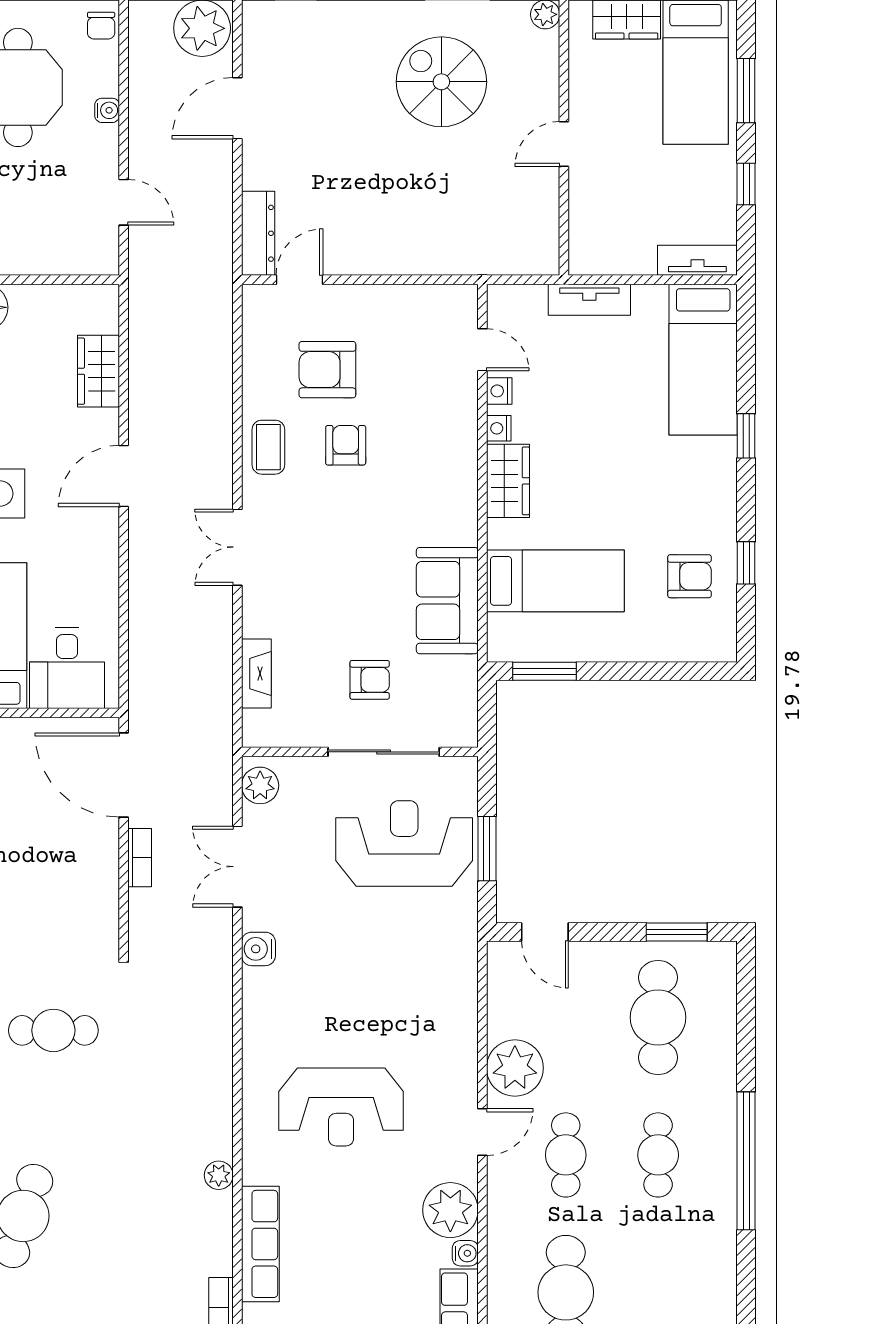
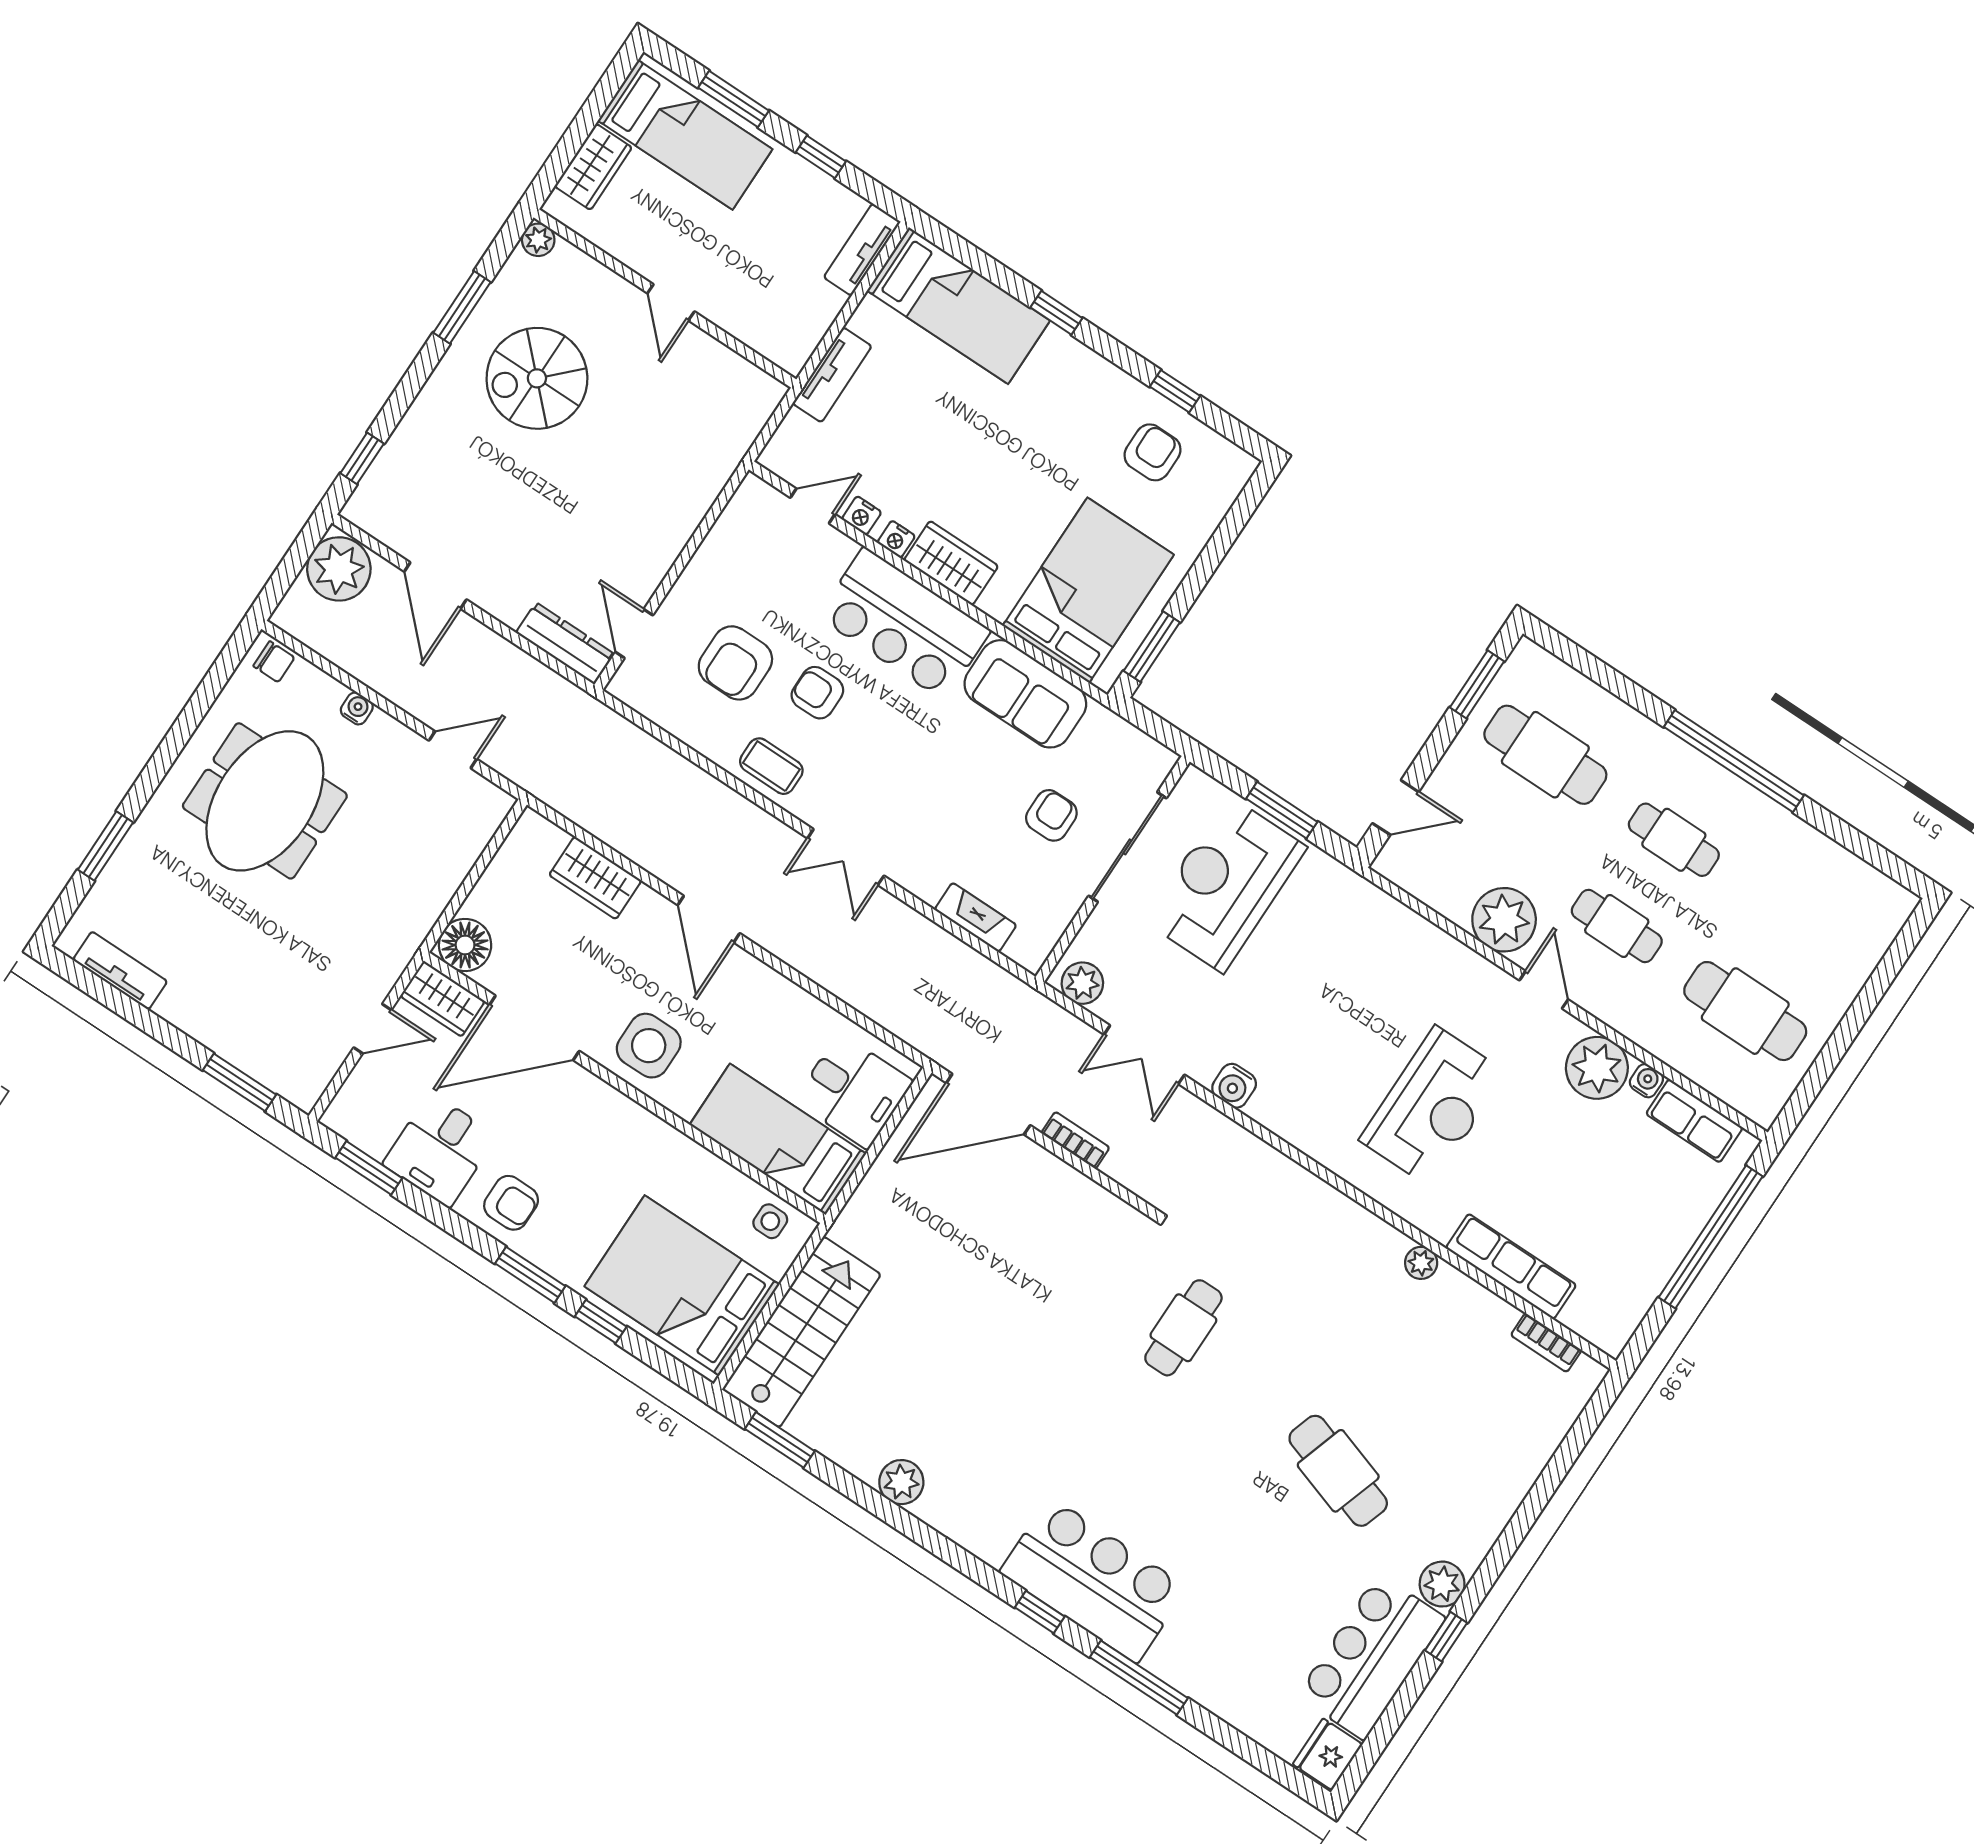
bar counter: (440, 476) -> (904, 624), added
bed: (555, 581) -> (1088, 590), width x1.50

